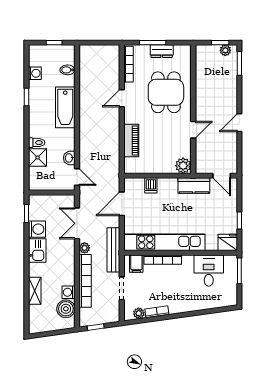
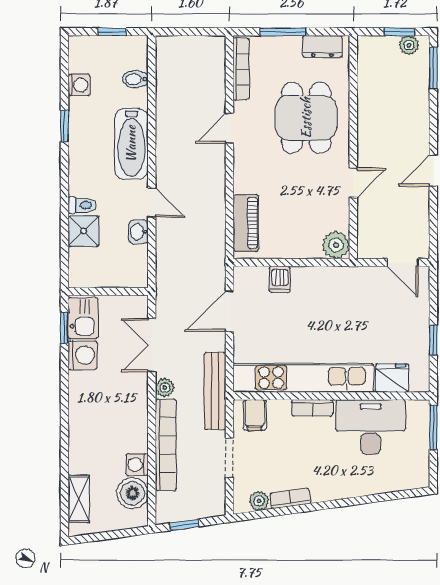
dresser: (162, 51) -> (322, 47), moved
piano: (131, 140) -> (246, 223), moved
door: (77, 177) -> (152, 203), moved
kitchen counter: (194, 186) -> (355, 280), removed
fridge: (228, 242) -> (392, 378), moved
kitchen sink: (37, 251) -> (83, 318), moved
bookcase: (163, 260) -> (312, 408), width x0.64
desk: (209, 271) -> (371, 427), width x1.37
shelving: (35, 291) -> (79, 499), moved

